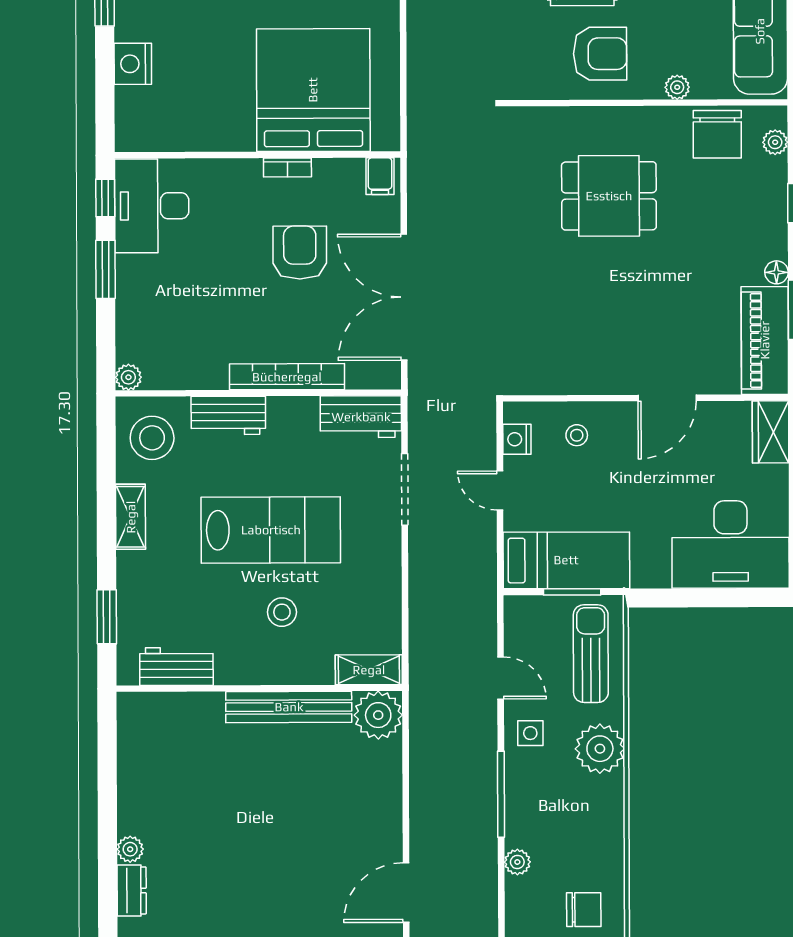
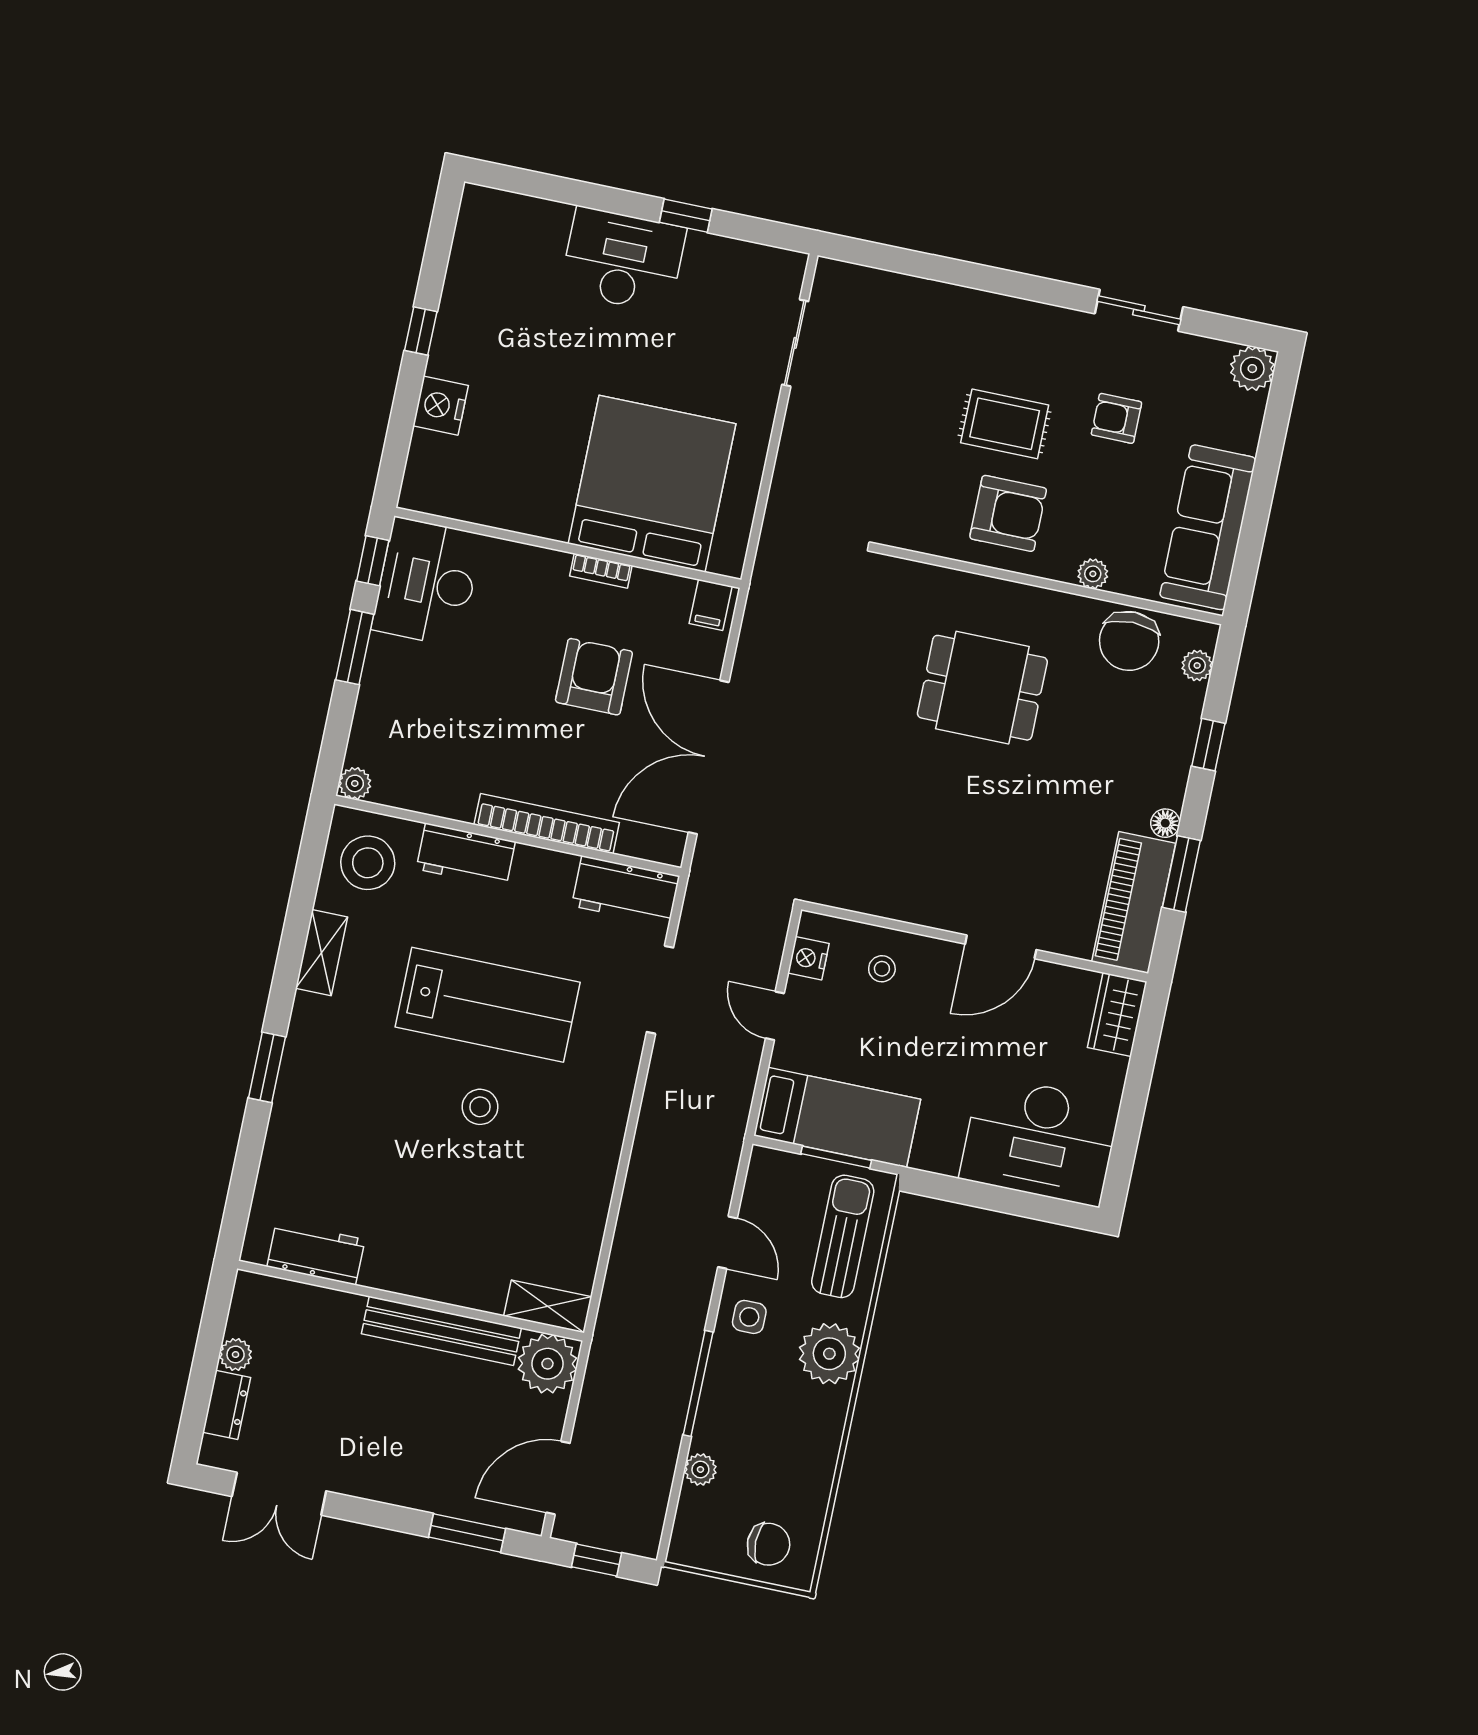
workbench: (176, 666) -> (316, 1253), moved
shelving: (369, 670) -> (548, 1306), moved
wall: (259, 688) -> (411, 1301), moved
bench: (289, 707) -> (441, 1331), moved
plant: (378, 715) -> (547, 1364), moved

